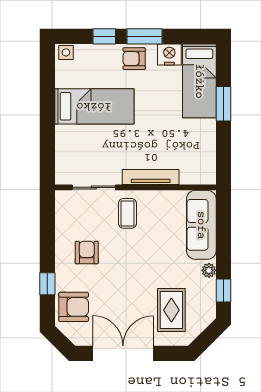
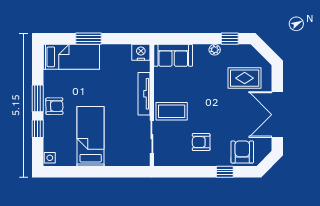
nightstand: (169, 54) -> (141, 52), moved, turned 90
armchair: (134, 59) -> (54, 106), turned -91
coffee table: (127, 213) -> (172, 111), width x1.36, depth x1.30
sofa: (201, 225) -> (173, 55), width x0.73

